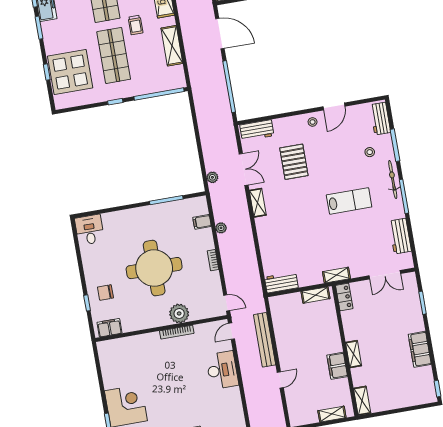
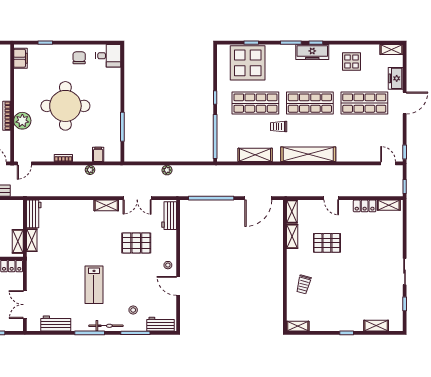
plant: (212, 177) -> (167, 170), moved
shelving: (336, 275) -> (32, 240), moved
chair: (105, 292) -> (79, 58), moved

